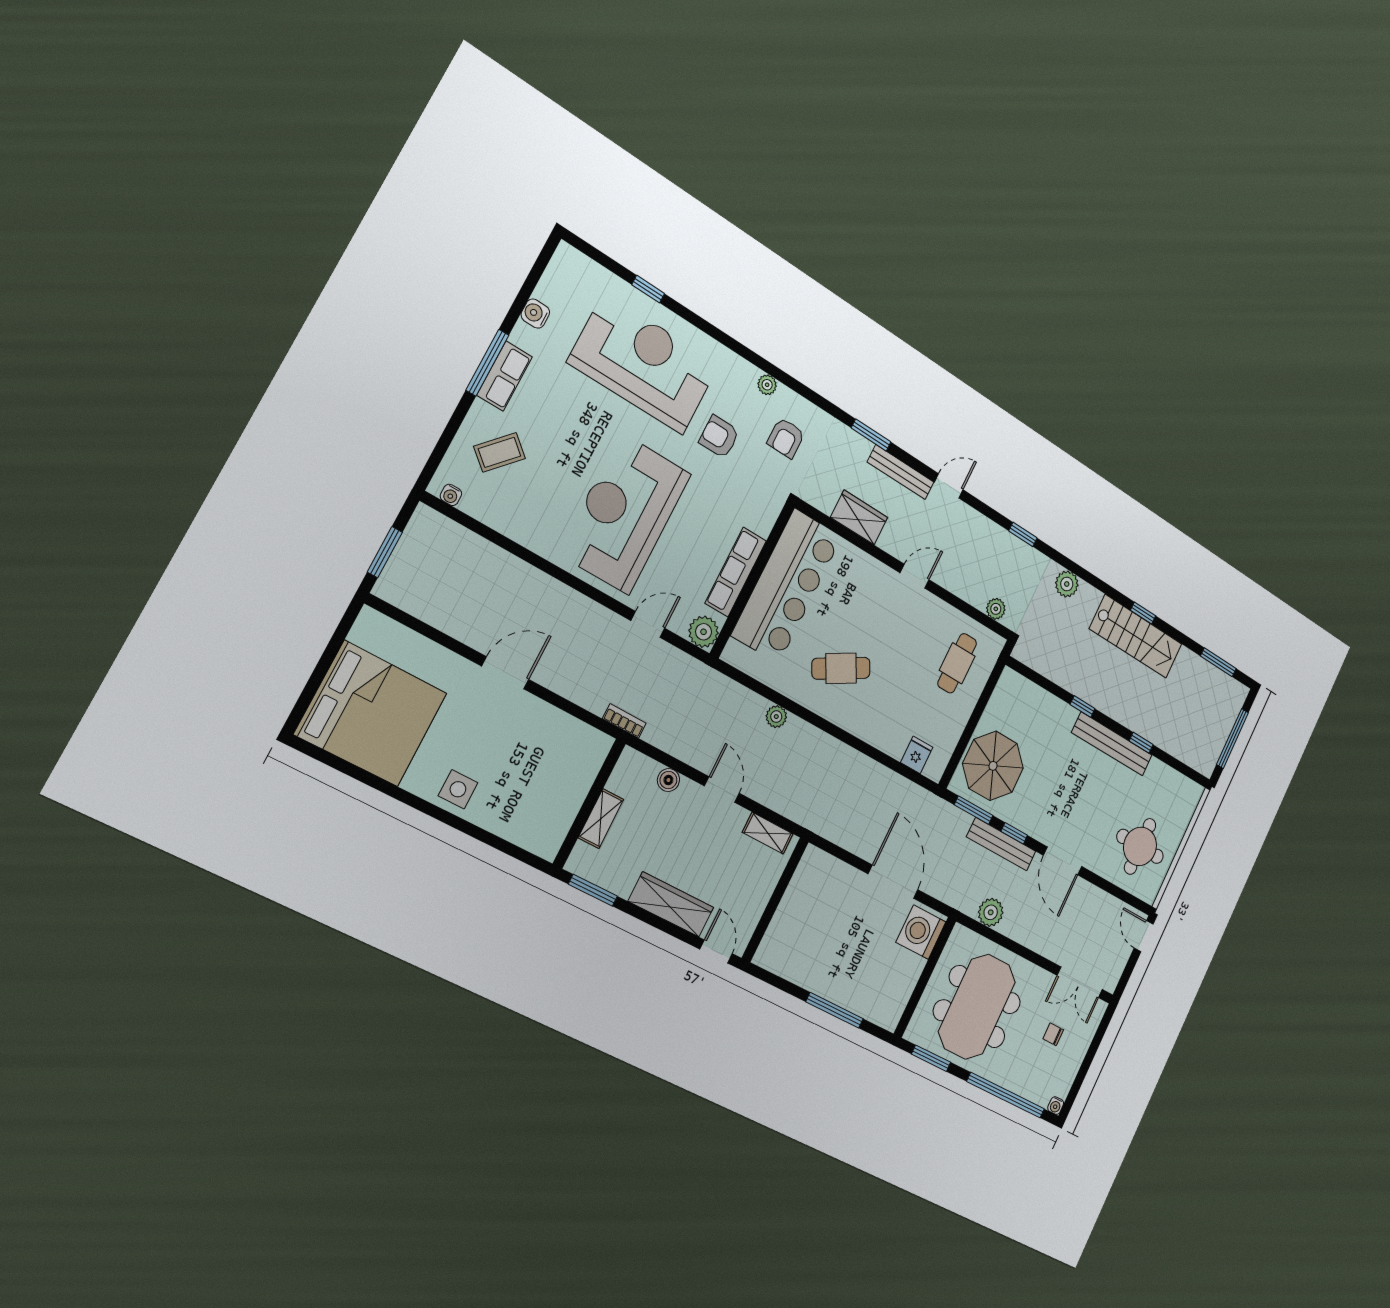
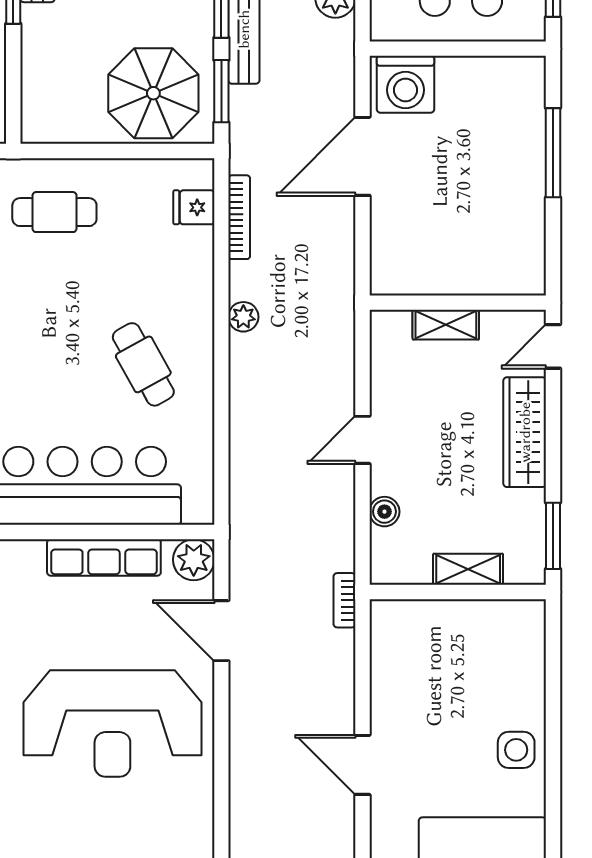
door: (648, 624) -> (221, 631), width x1.38
plant: (776, 717) -> (243, 317), moved
bookcase: (897, 781) -> (239, 217), added
shelving: (768, 833) -> (446, 325), moved, turned 90

